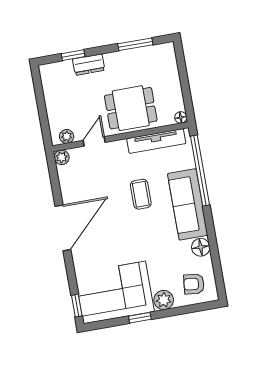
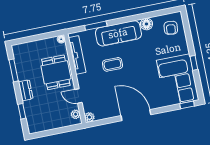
dresser: (89, 65) -> (26, 90), moved
window: (200, 170) -> (96, 26), width x0.47
plant: (164, 300) -> (182, 48), removed

